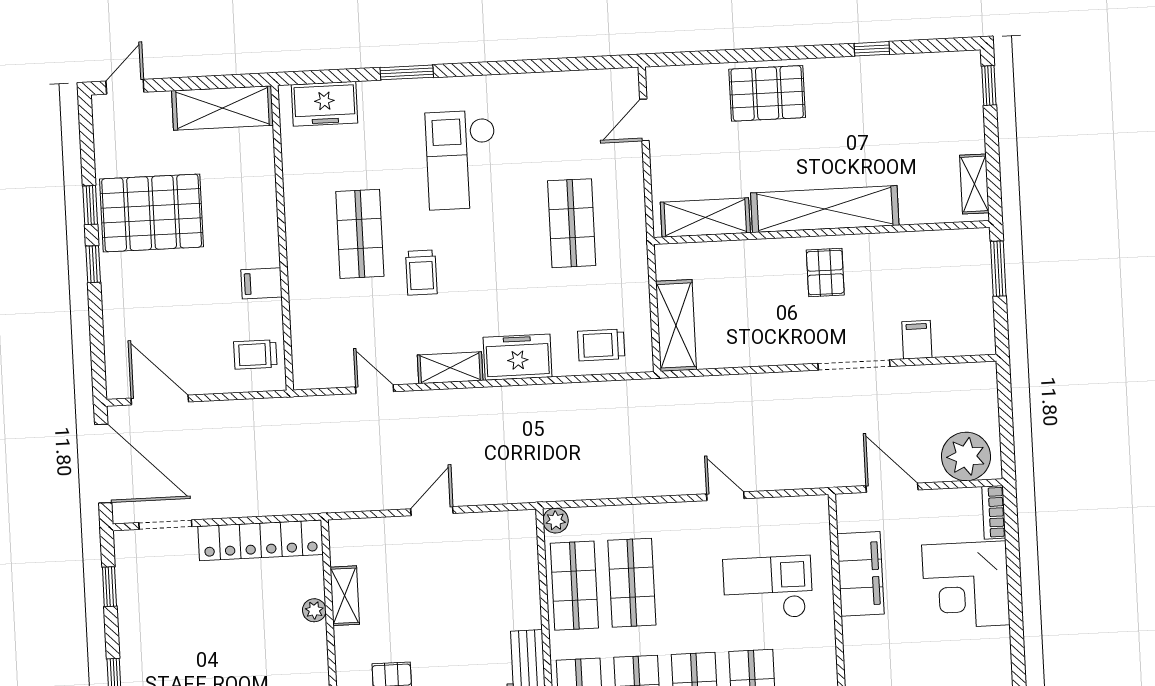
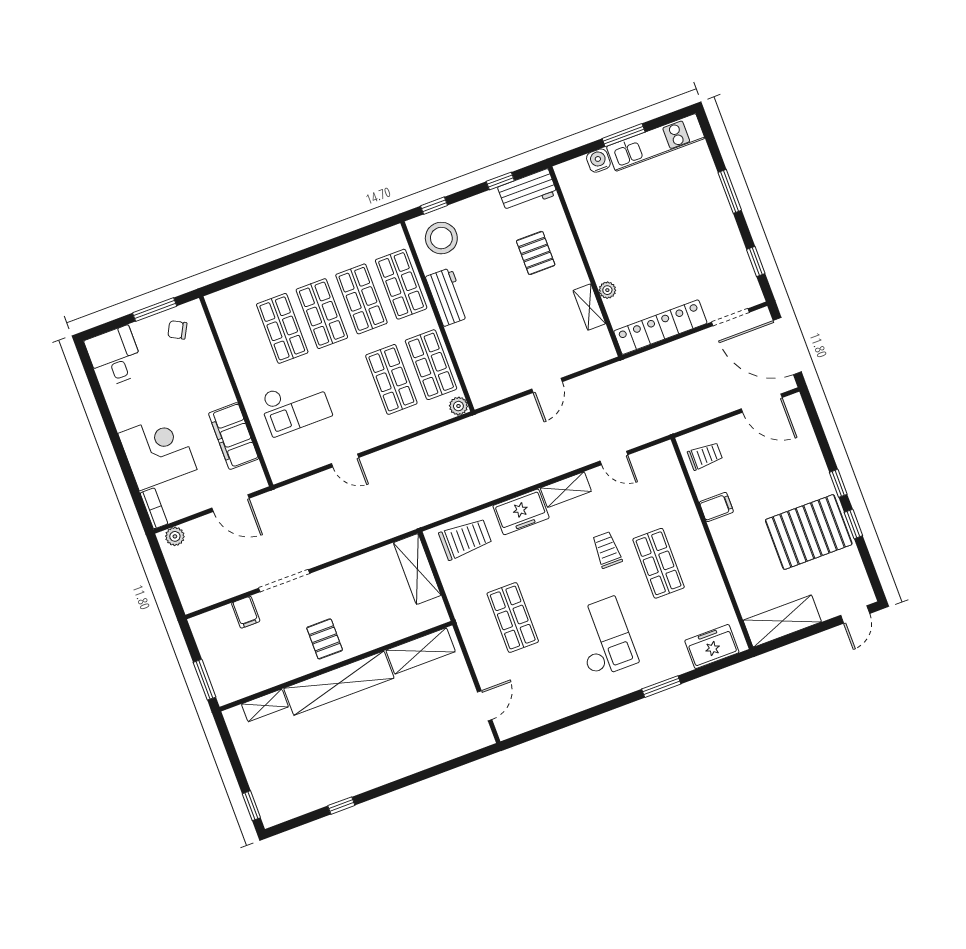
pallet: (767, 93) -> (405, 751), removed
shelving: (974, 184) -> (265, 705), moved, turned 90
trolley: (601, 345) -> (465, 539), width x1.36, depth x1.39
plant: (966, 456) -> (175, 536), width x0.53, depth x0.53

